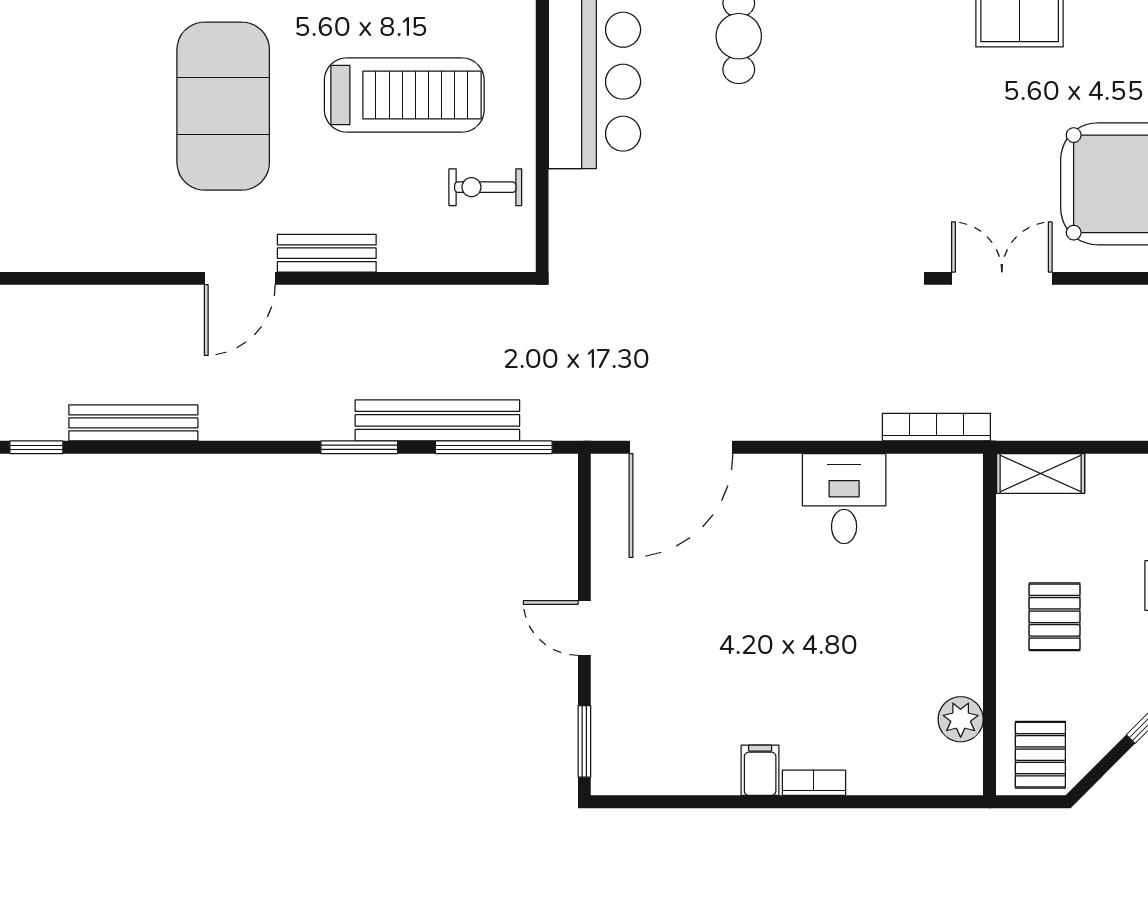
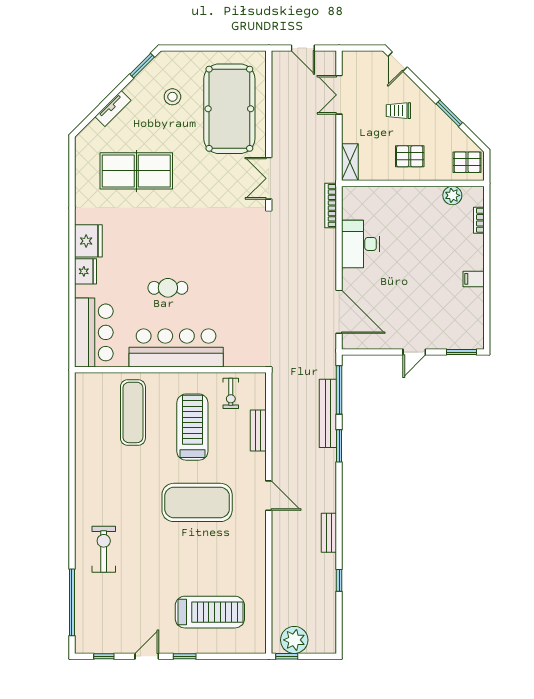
bench: (327, 253) -> (258, 431), moved
bench: (133, 423) -> (329, 533), width x0.73
desk: (844, 499) -> (360, 244), width x1.37
bookcase: (814, 783) -> (479, 220), moved

